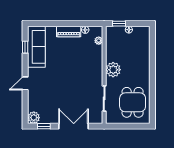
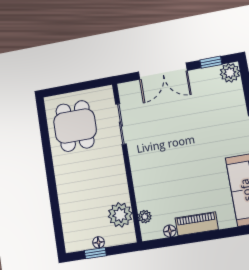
window: (119, 24) -> (95, 253), moved
plant: (113, 70) -> (120, 215), moved

